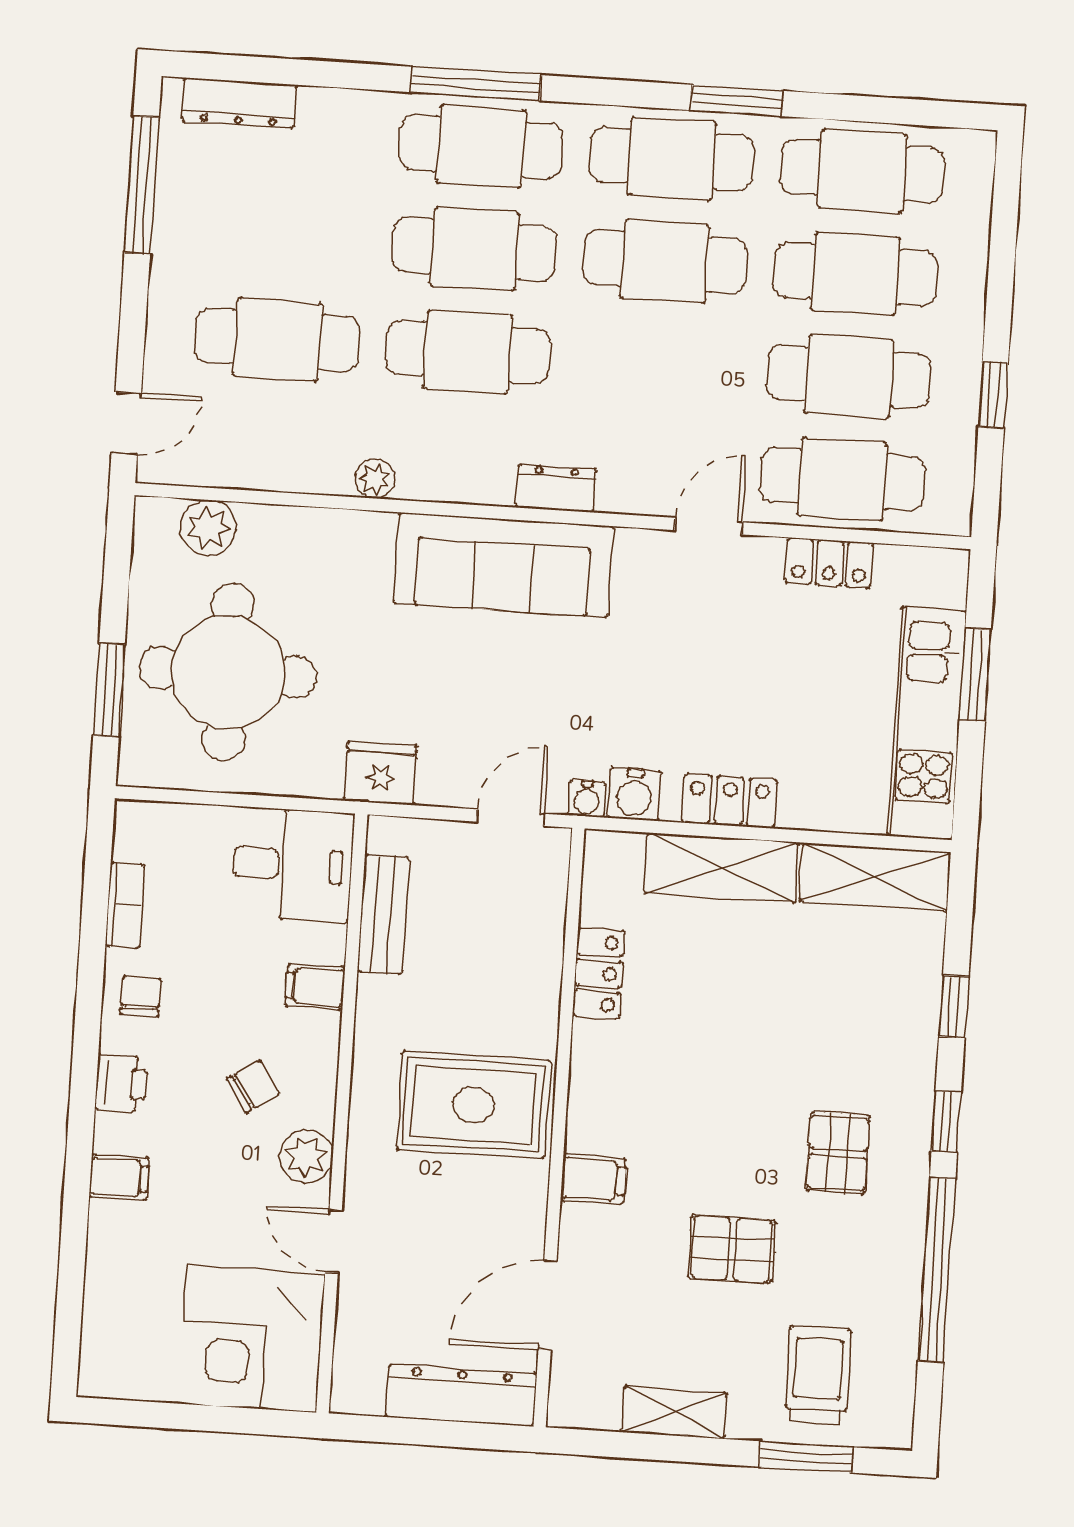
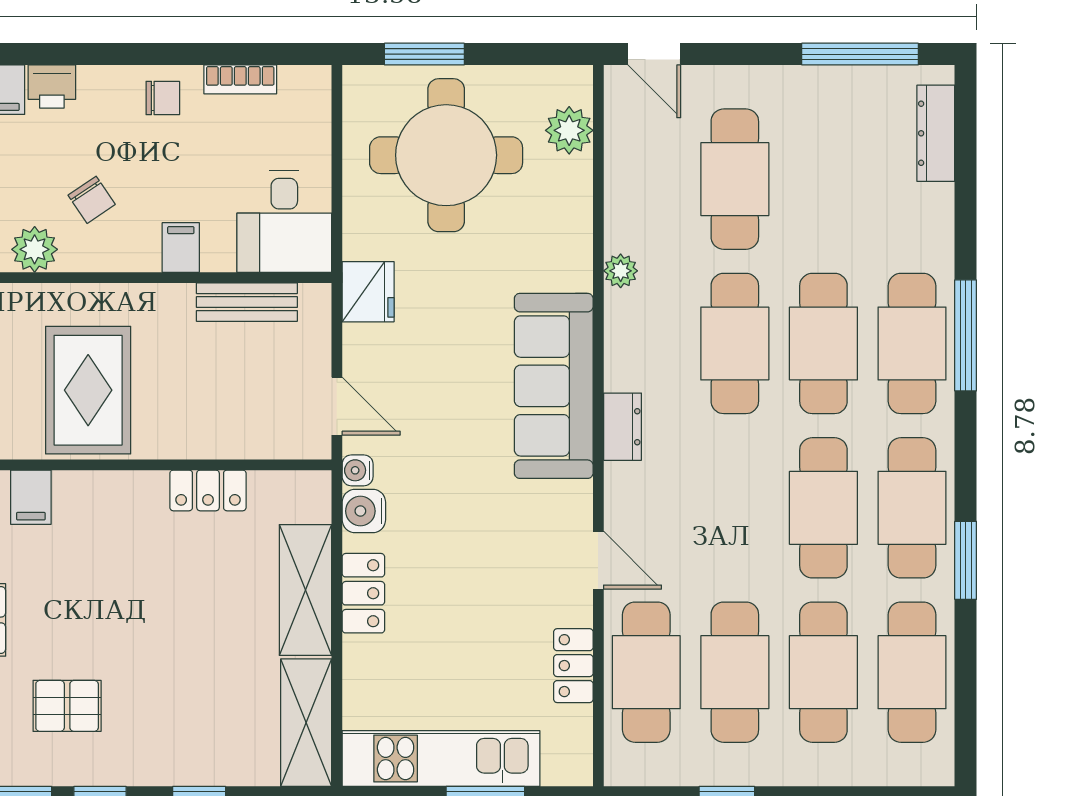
printer: (121, 1083) -> (52, 86), moved

